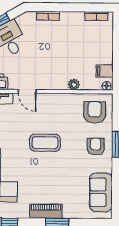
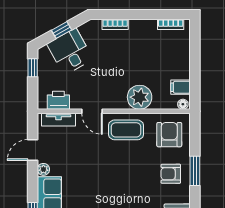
plant: (74, 85) -> (140, 97), width x1.88, depth x1.88
coffee table: (45, 143) -> (126, 130), moved
armchair: (96, 147) -> (171, 174), turned -90

